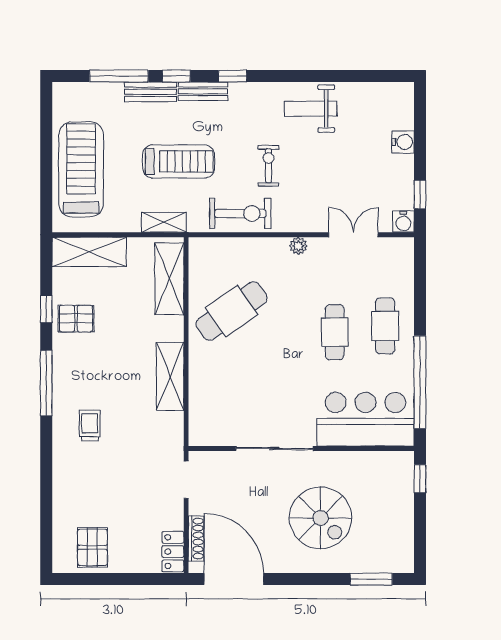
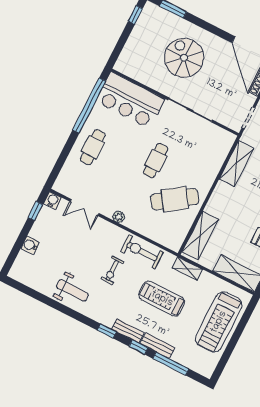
cafe table: (335, 332) -> (156, 161), moved
shelving: (170, 376) -> (236, 164), moved
window: (420, 479) -> (135, 15), moved

